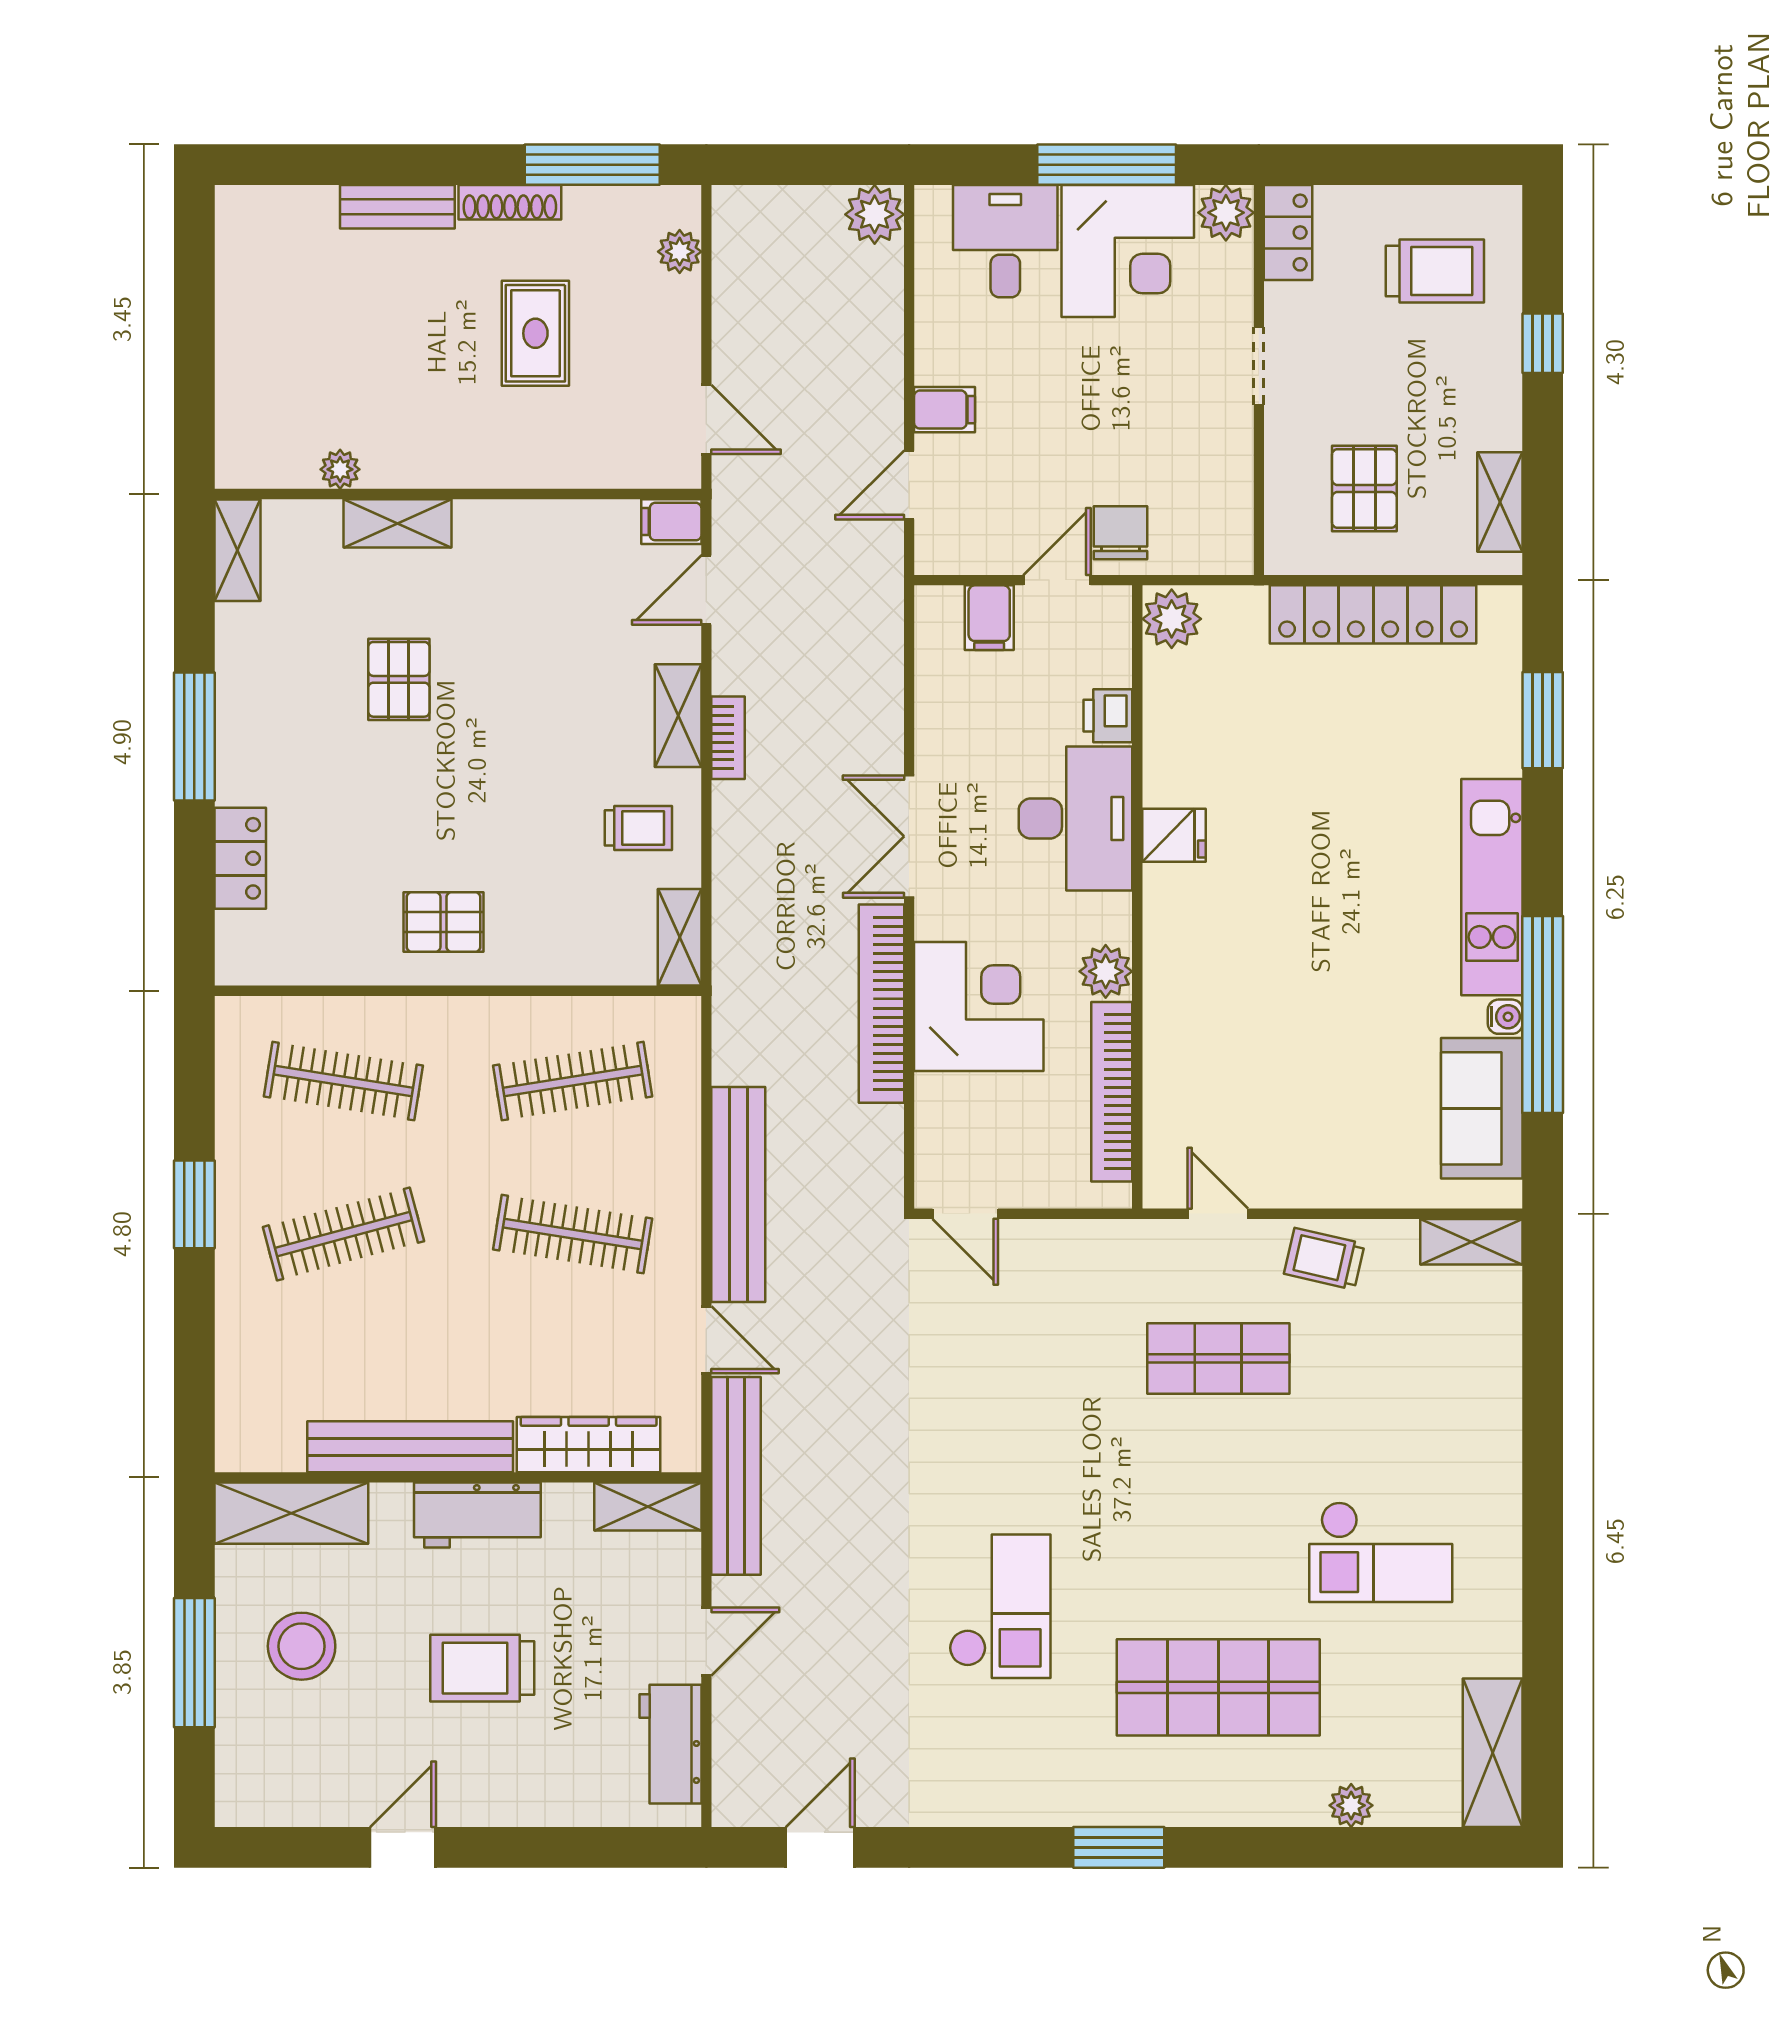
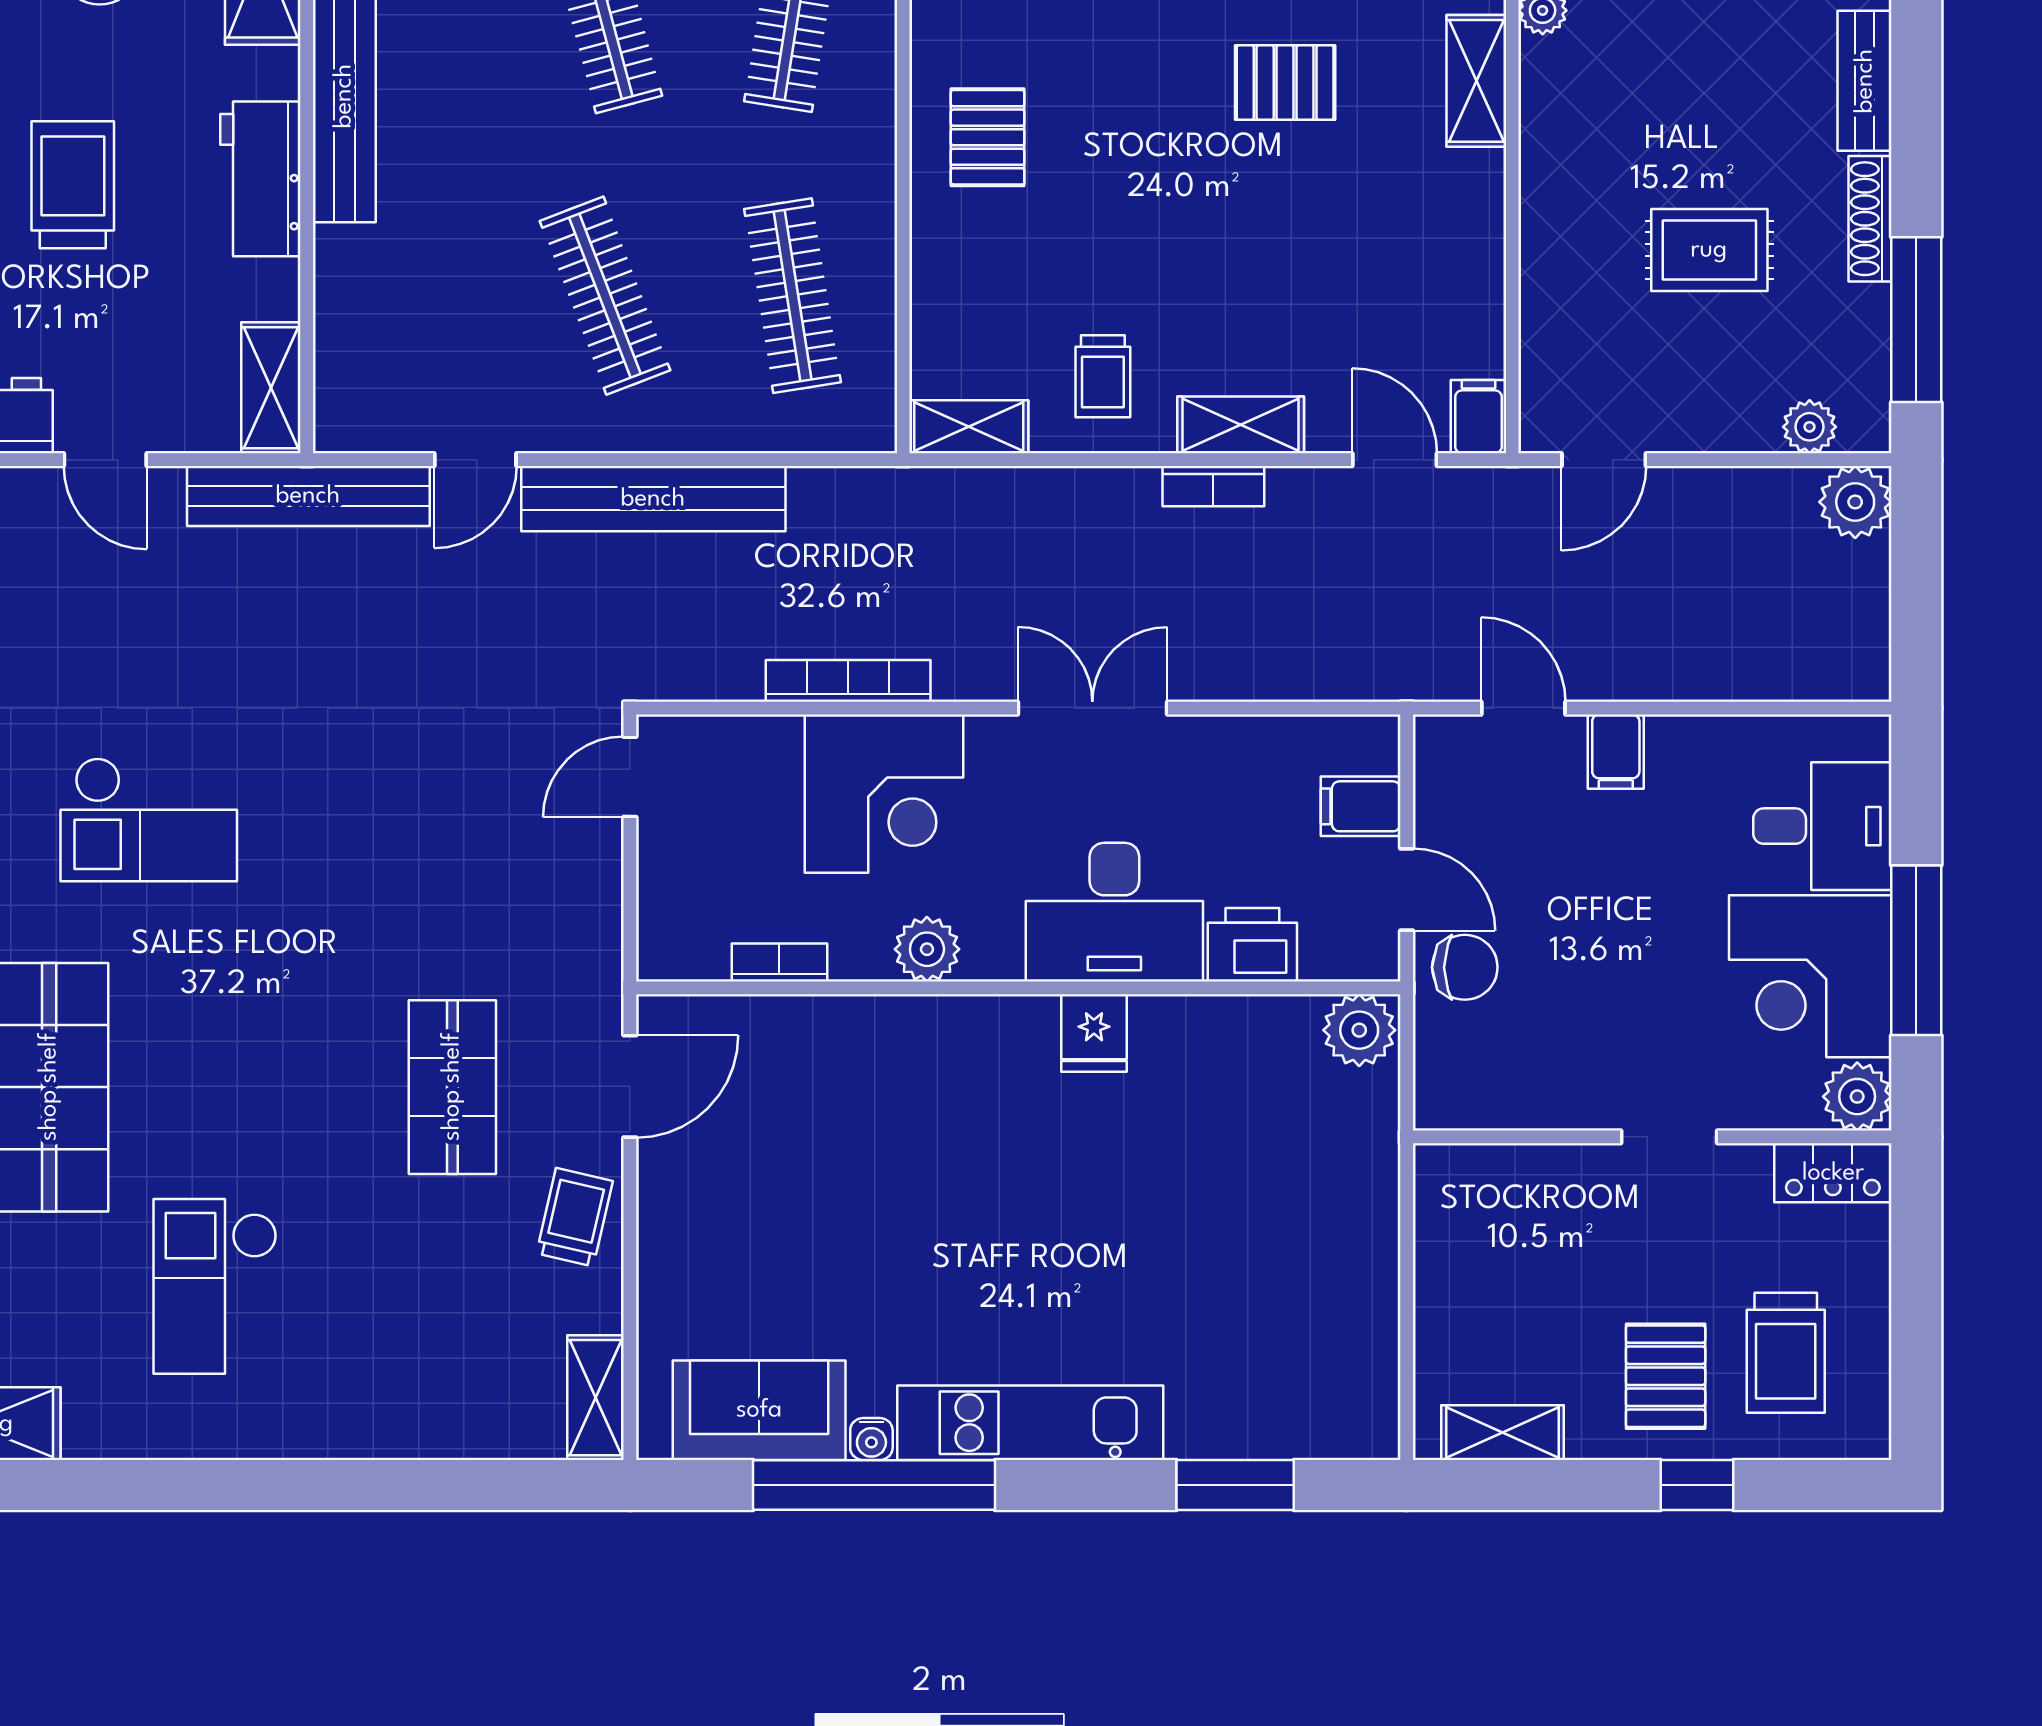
plant: (875, 214) -> (1855, 502), moved
pallet: (1364, 488) -> (1666, 1376), moved, turned 90
locker: (1373, 614) -> (1365, 1277), removed
printer: (1108, 716) -> (1252, 945), width x1.36, depth x1.24
bookcase: (882, 1004) -> (848, 681), width x0.68, depth x0.76
bookcase: (1112, 1092) -> (779, 963), width x0.43, depth x0.76
door: (1218, 1214) -> (630, 1086), width x1.38
clothes rail: (573, 1234) -> (605, 296), turned -30
wardrobe: (589, 1445) -> (347, 315), removed

